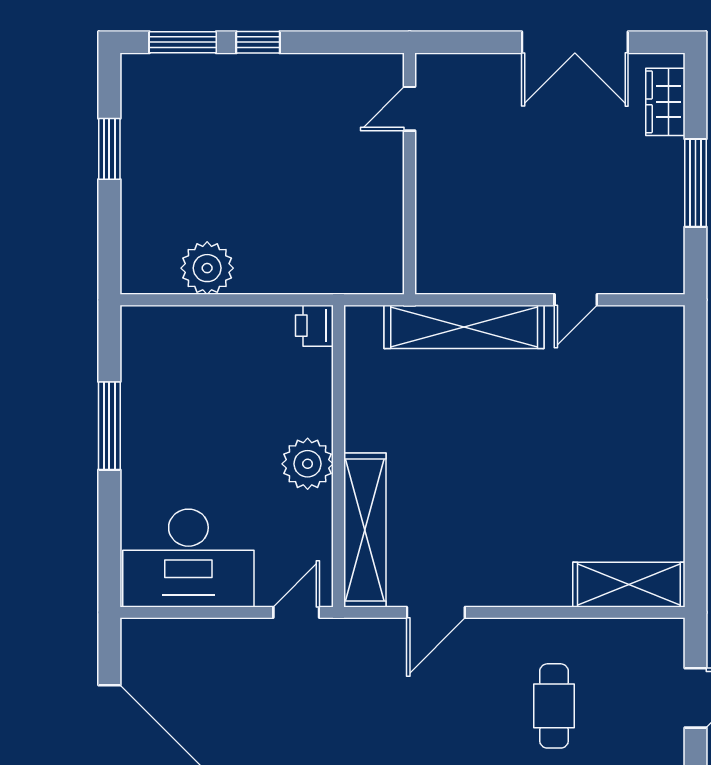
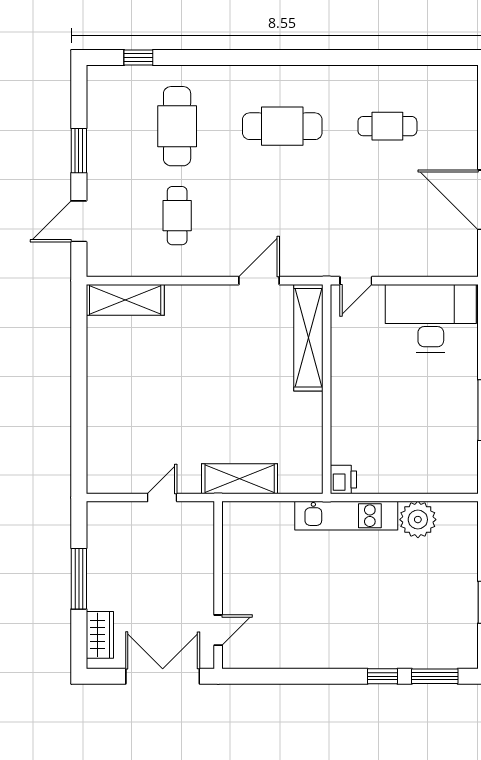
door: (410, 109) -> (218, 630), moved
wall: (410, 174) -> (218, 585), moved
kitchen unit: (310, 274) -> (346, 516), added
shelving: (464, 327) -> (240, 479), width x0.68
plant: (308, 464) -> (348, 384), removed

